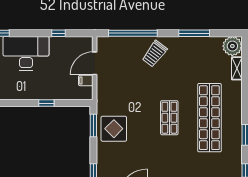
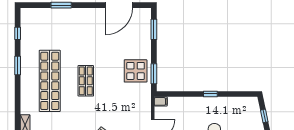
filing cabinet: (86, 80) -> (161, 101), moved
window: (46, 103) -> (210, 94), moved

